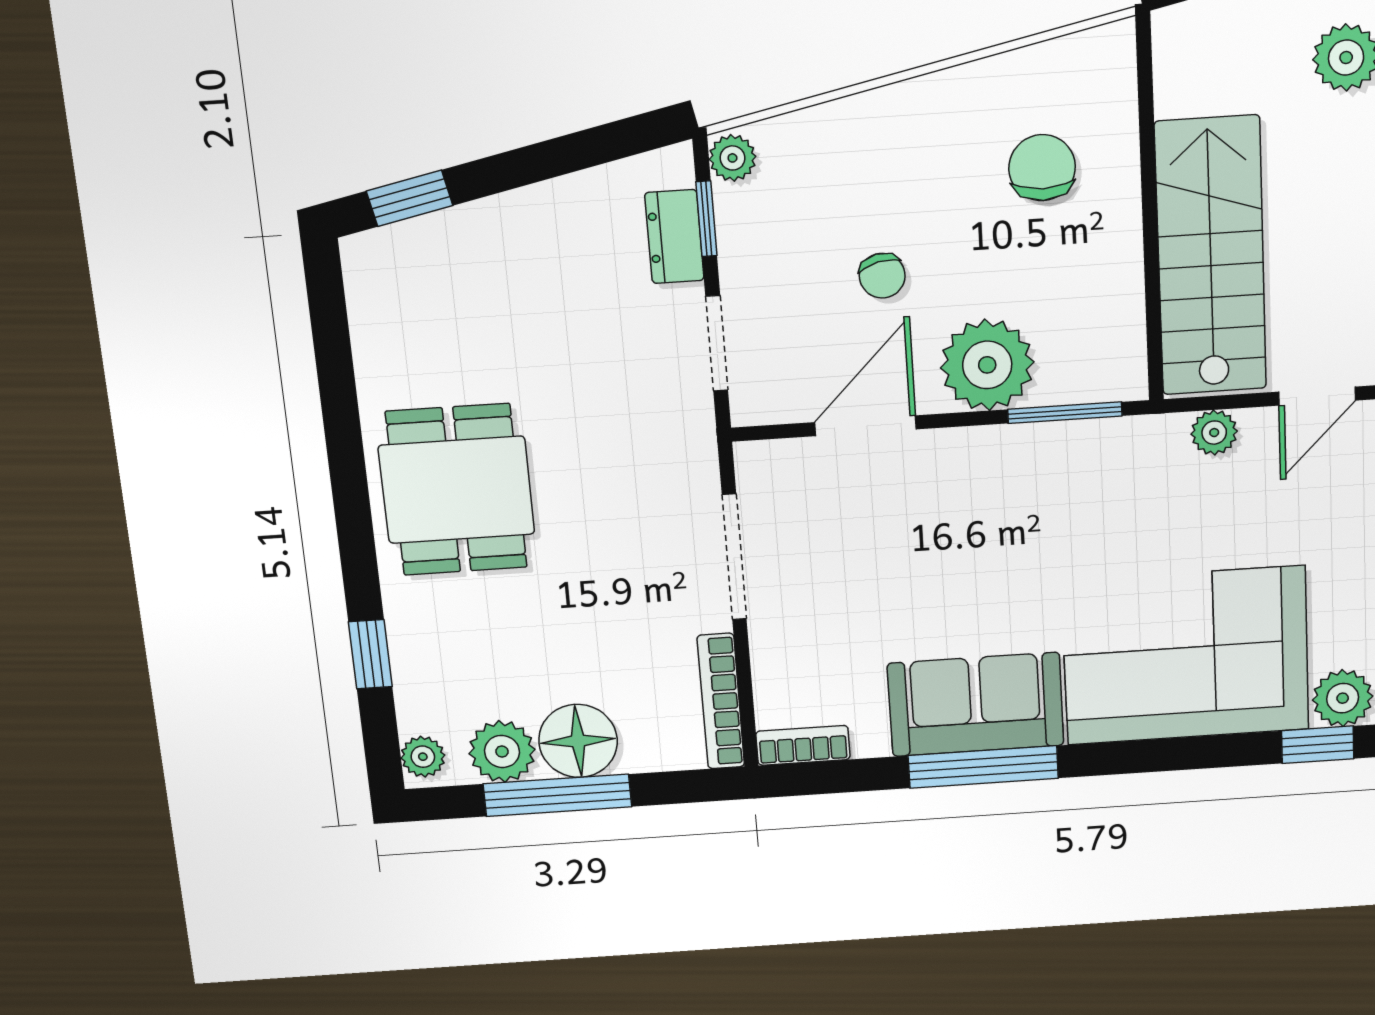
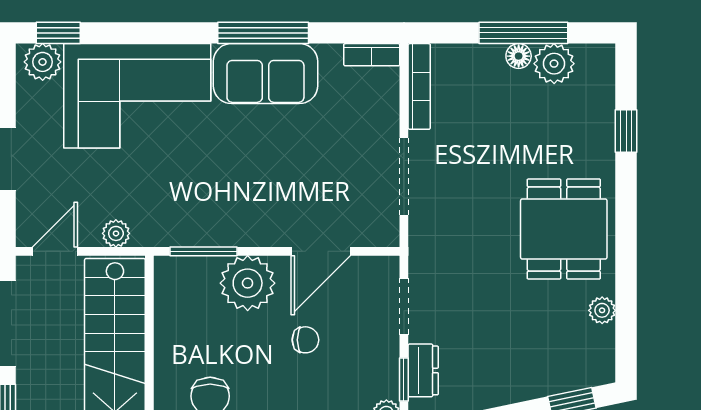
chair: (882, 276) -> (305, 340), turned 103
floor lamp: (578, 741) -> (519, 56), width x0.53, depth x0.53
plant: (423, 757) -> (602, 310), moved

